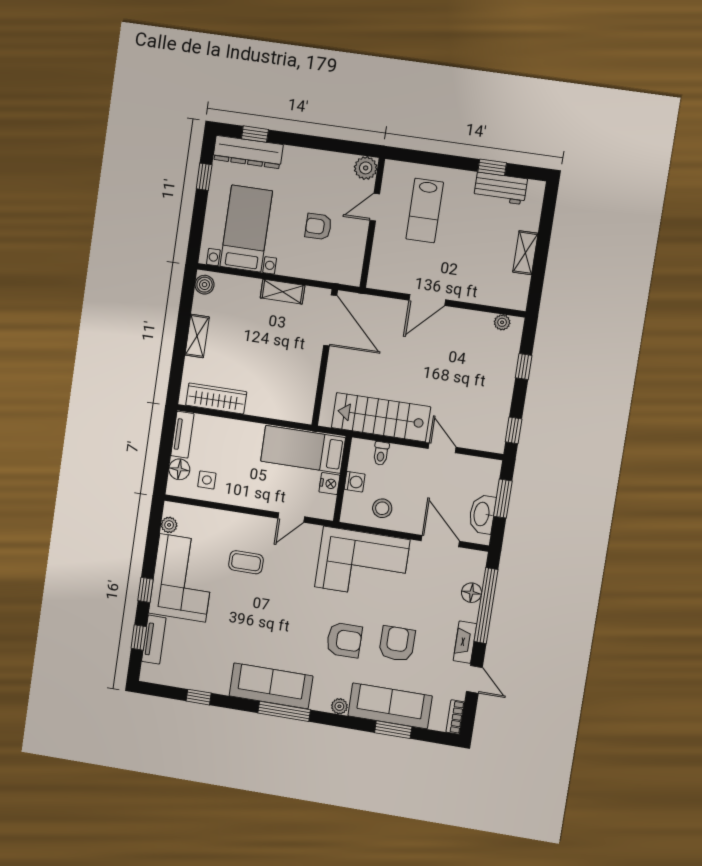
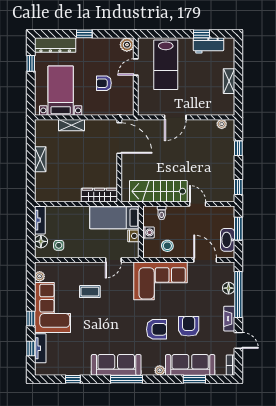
window: (255, 134) -> (84, 34), moved
lab bench: (425, 211) -> (166, 65), width x1.36, depth x1.39
boiler: (205, 285) -> (40, 128), removed
shelving: (283, 292) -> (71, 125), moved
wardrobe: (216, 398) -> (99, 195), moved

